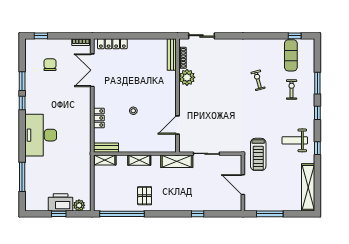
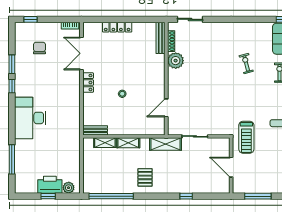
locker: (112, 44) -> (117, 27), moved
locker: (99, 118) -> (88, 83), moved
shelving: (105, 160) -> (105, 143), moved
pallet: (145, 196) -> (145, 177), moved

